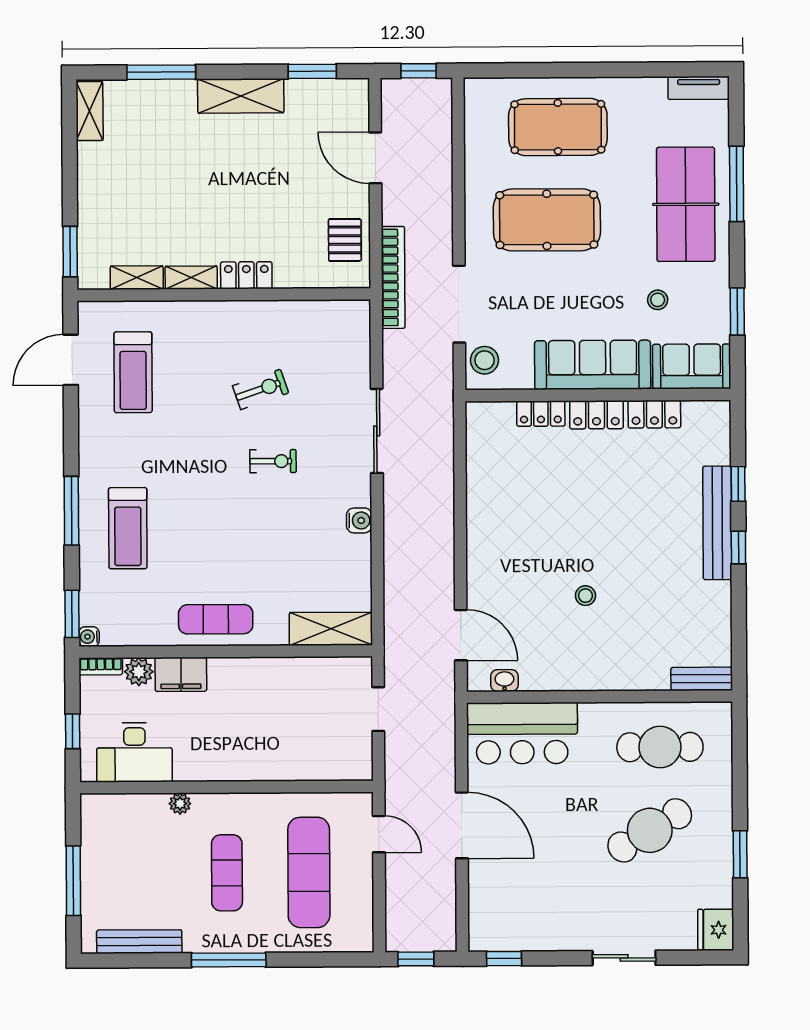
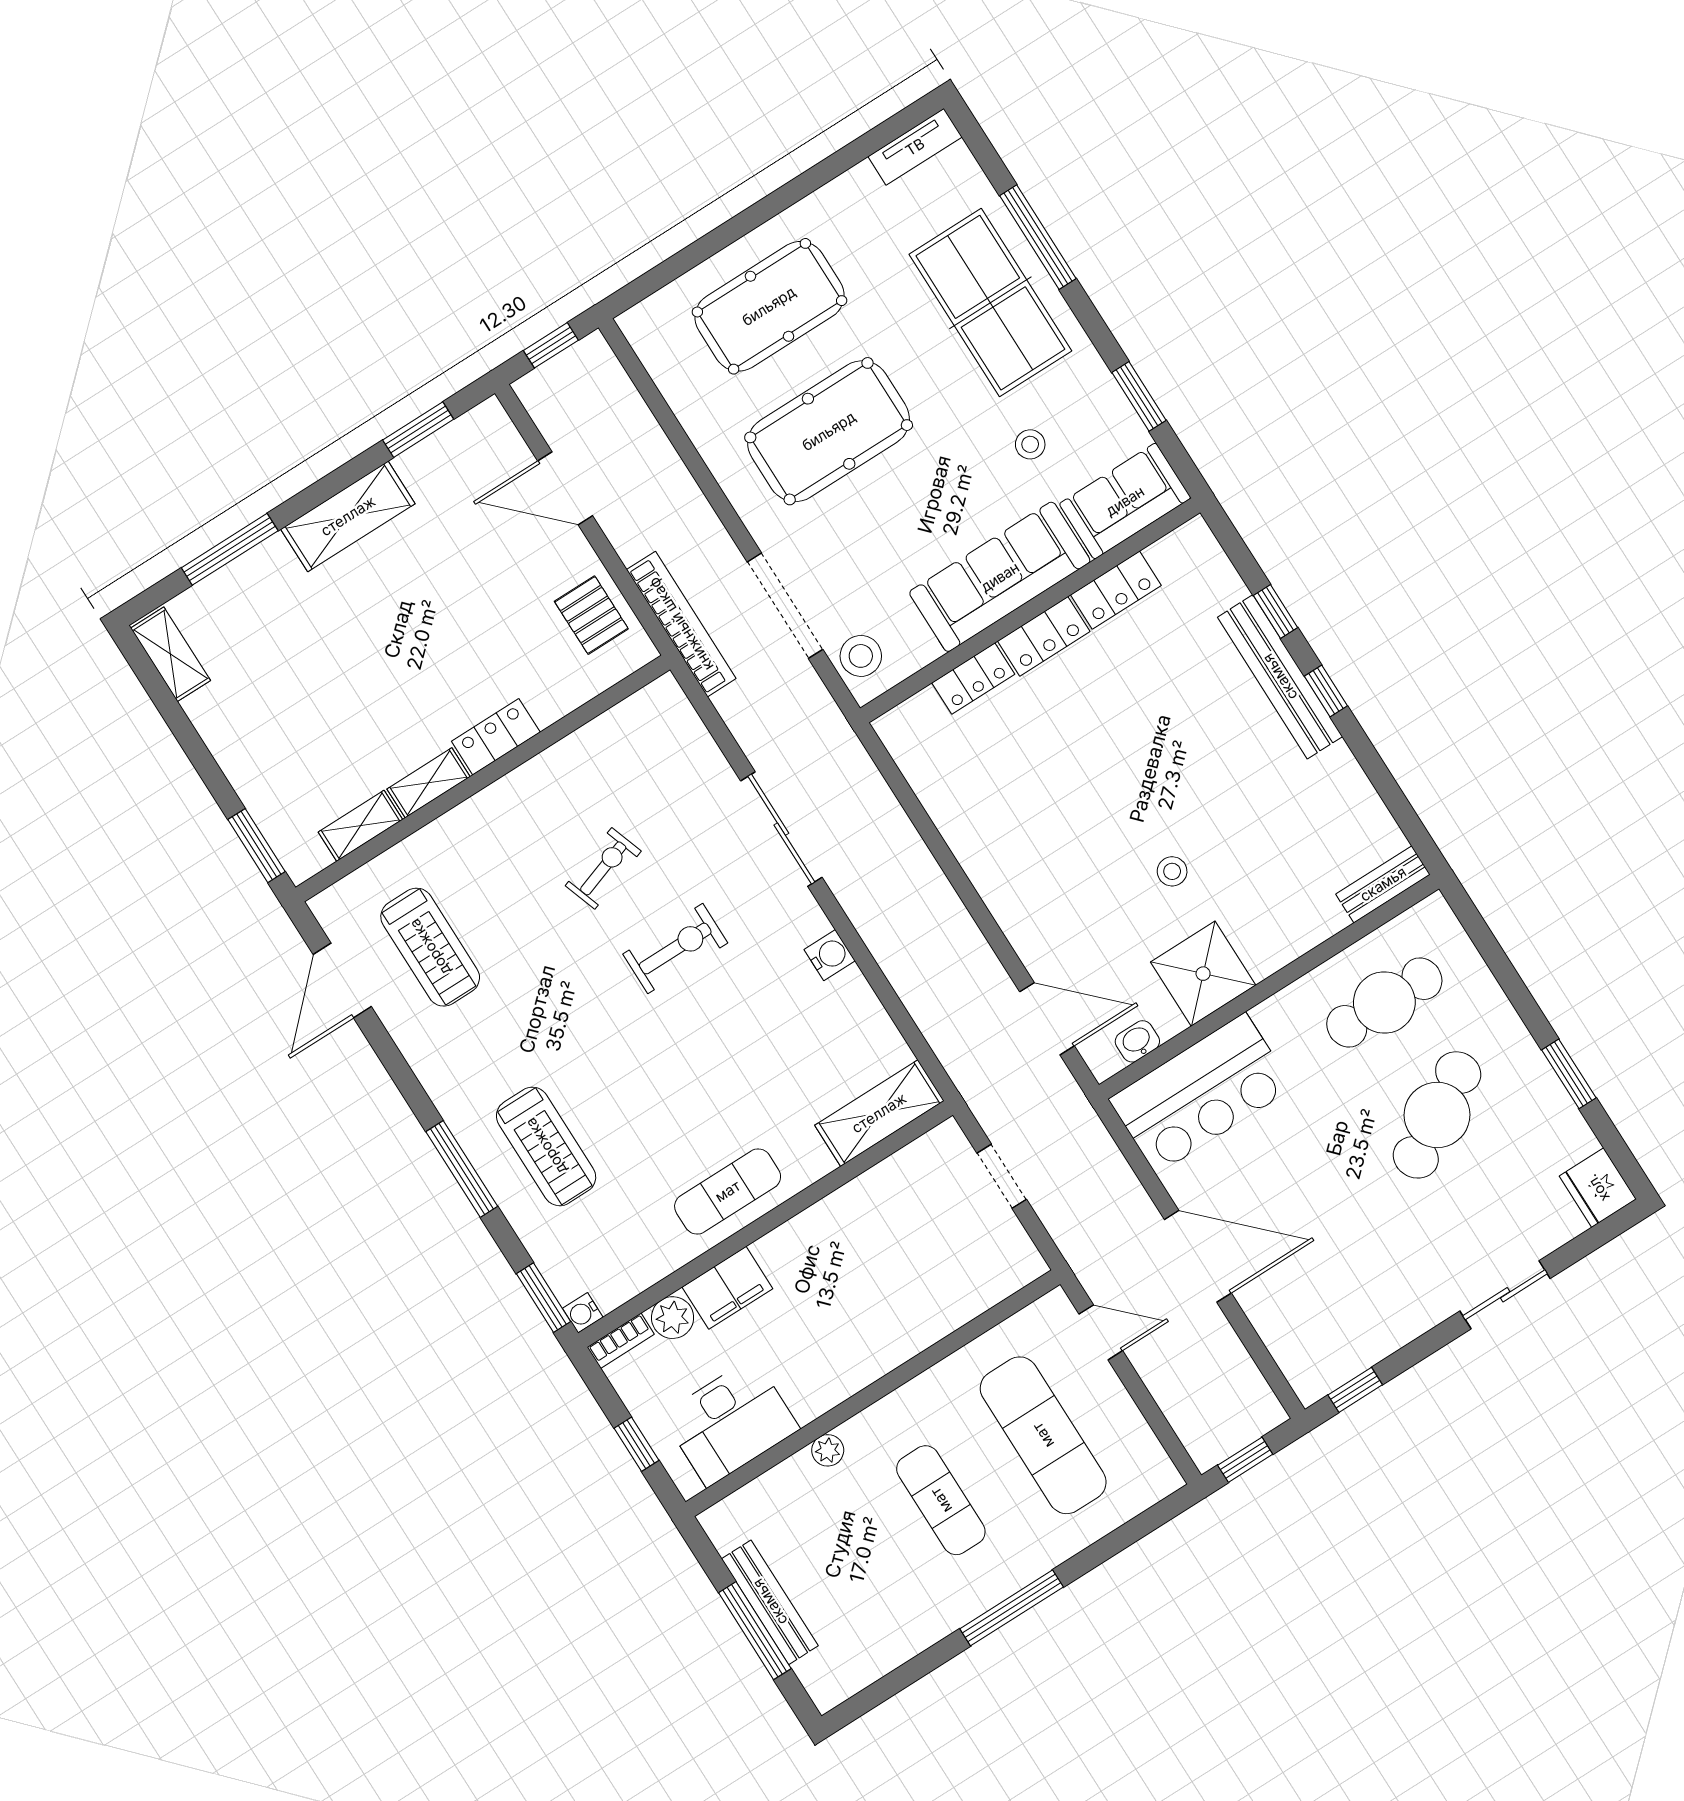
exercise bike: (273, 461) -> (675, 948), width x1.38, depth x1.39
shower: (566, 665) -> (1203, 974), added
bench: (139, 942) -> (770, 1602), moved, turned 90

